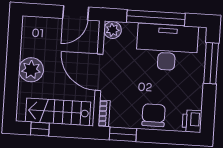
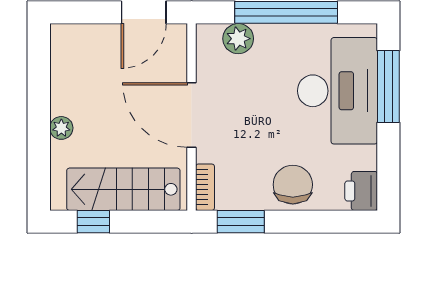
plant: (113, 30) -> (238, 39), moved
desk: (167, 47) -> (338, 91), moved, turned 90
plant: (31, 70) -> (61, 128), width x0.53, depth x0.53

